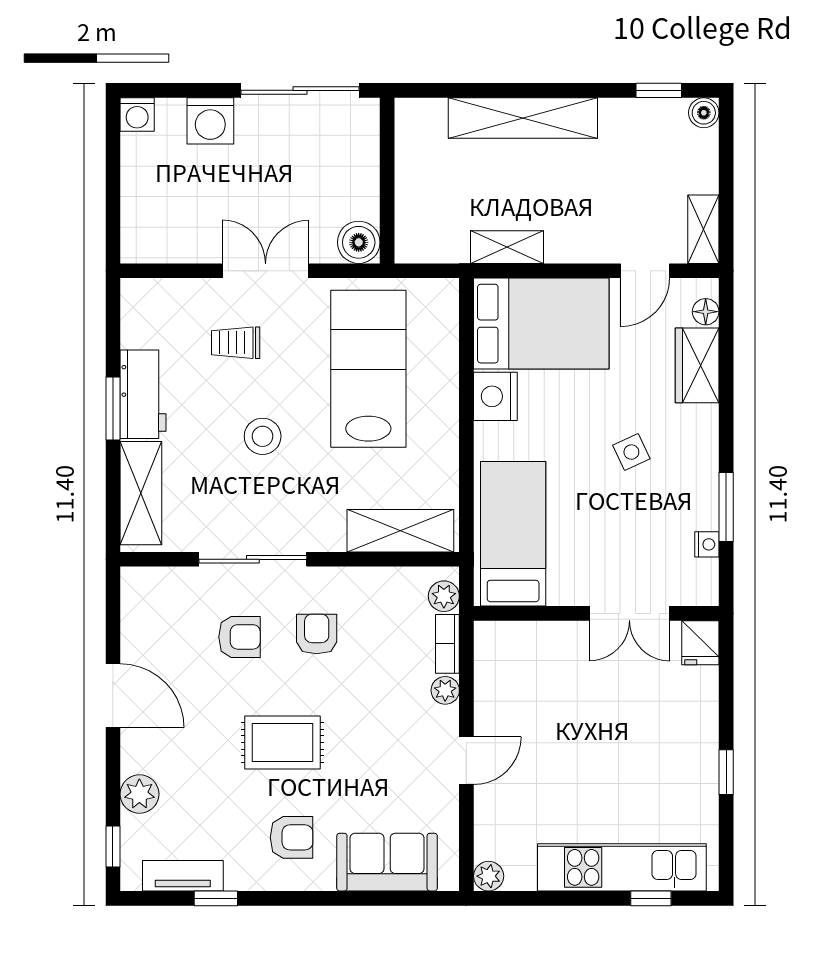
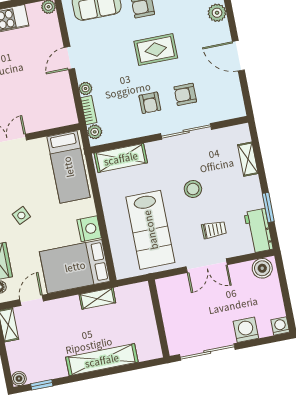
boiler: (359, 242) -> (262, 268), moved
workbench: (143, 394) -> (258, 231), moved
window: (113, 408) -> (268, 207), moved
shelving: (141, 493) -> (248, 159), width x0.67, depth x0.75

